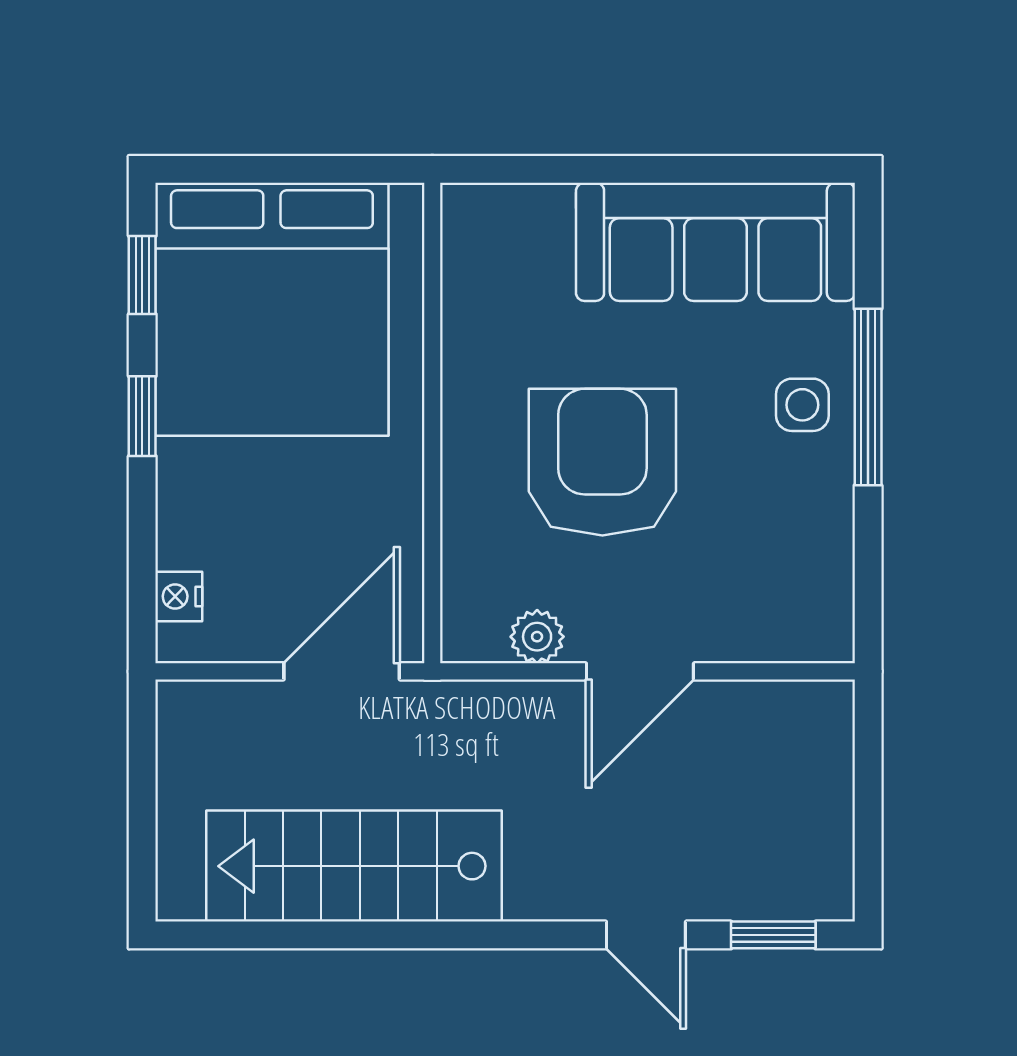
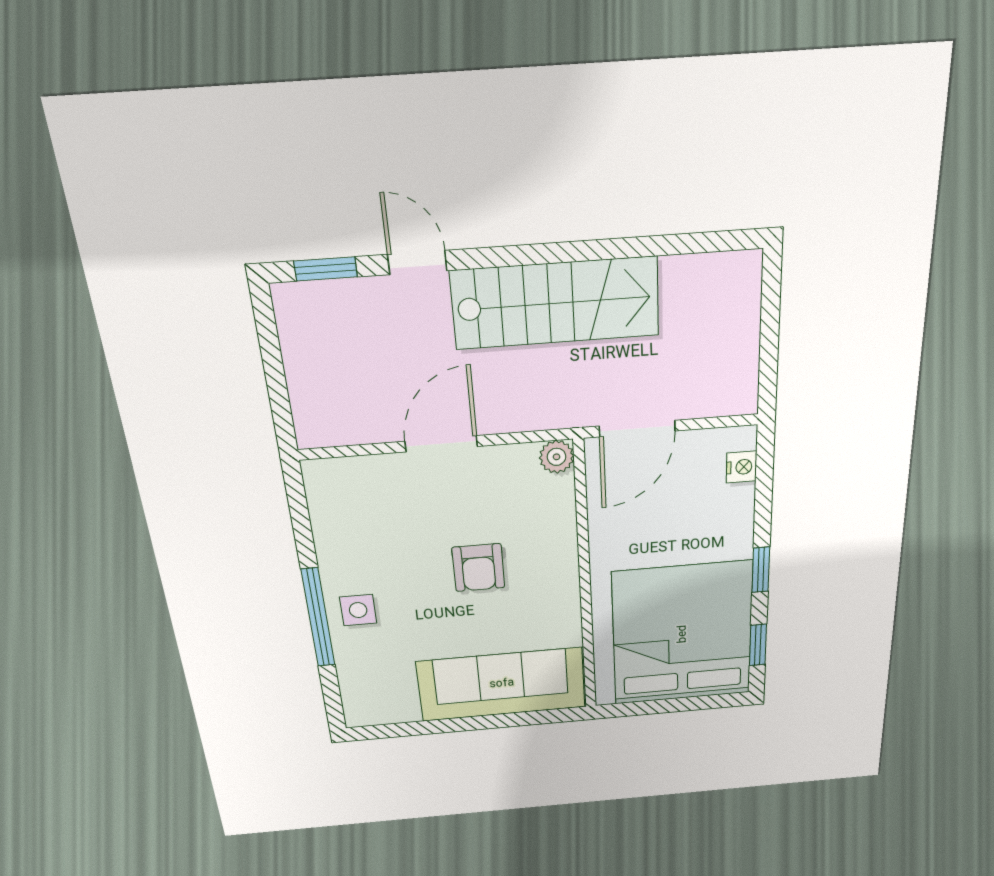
sofa: (715, 242) -> (502, 684), moved
armchair: (602, 462) -> (478, 568), width x0.53, depth x0.53
plant: (537, 637) -> (557, 457), moved
stairs: (354, 866) -> (556, 303), moved

